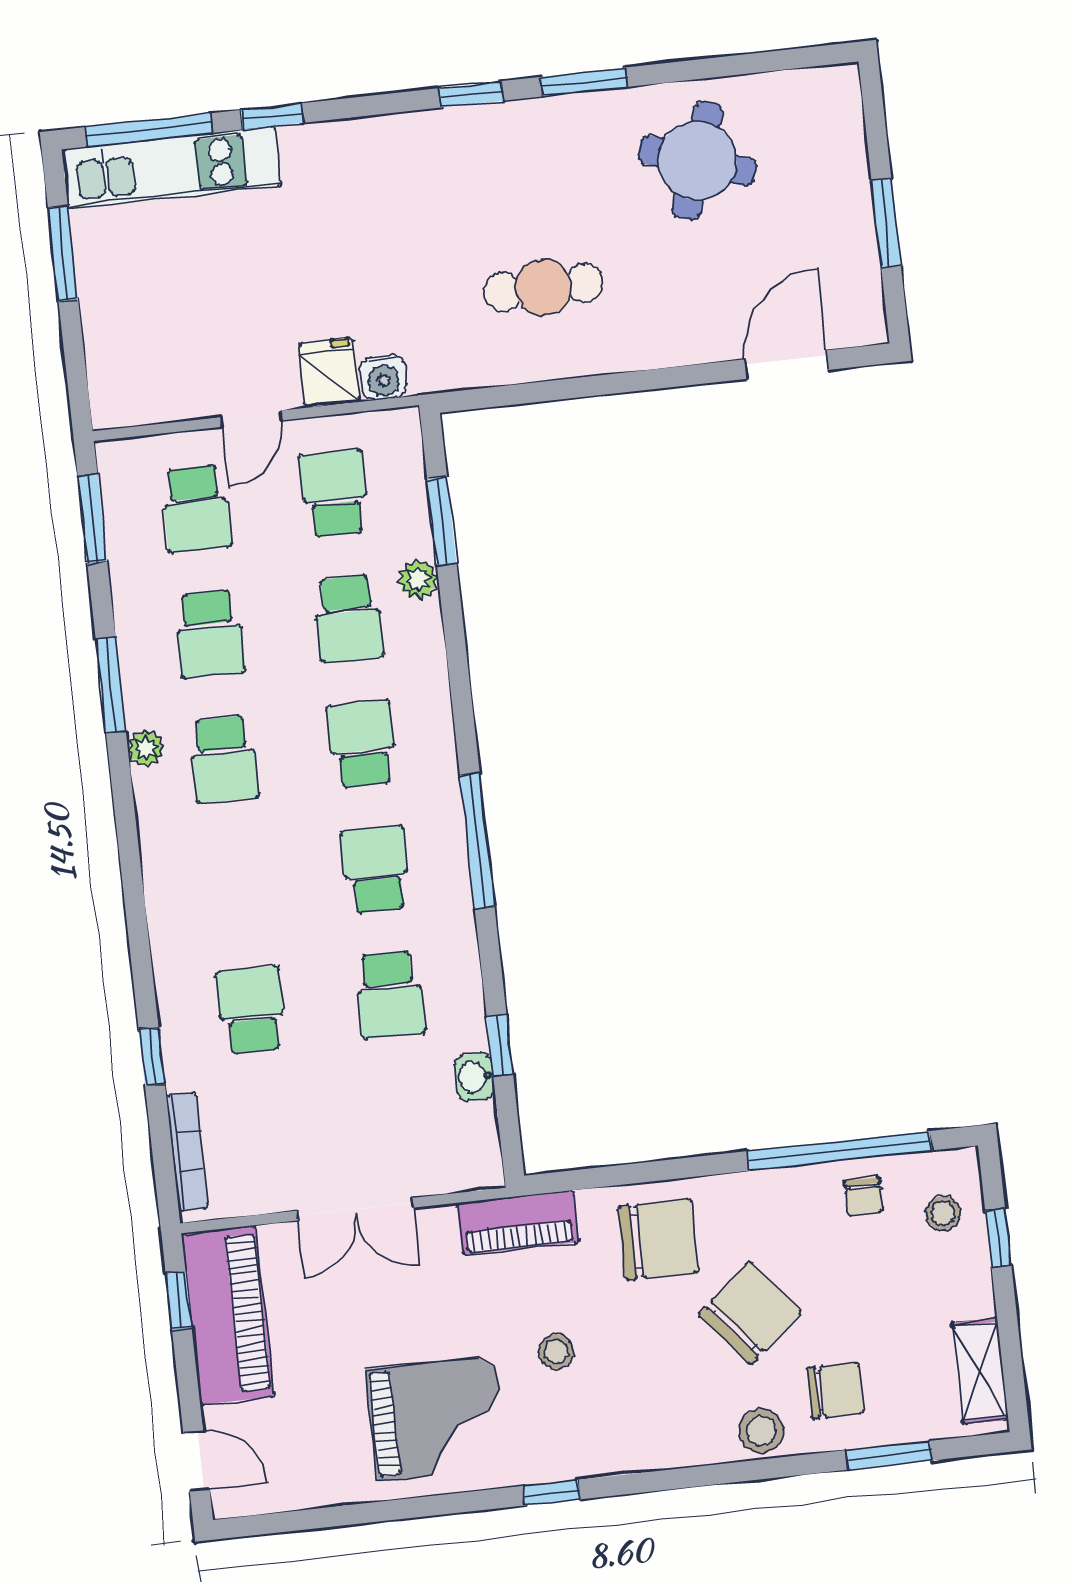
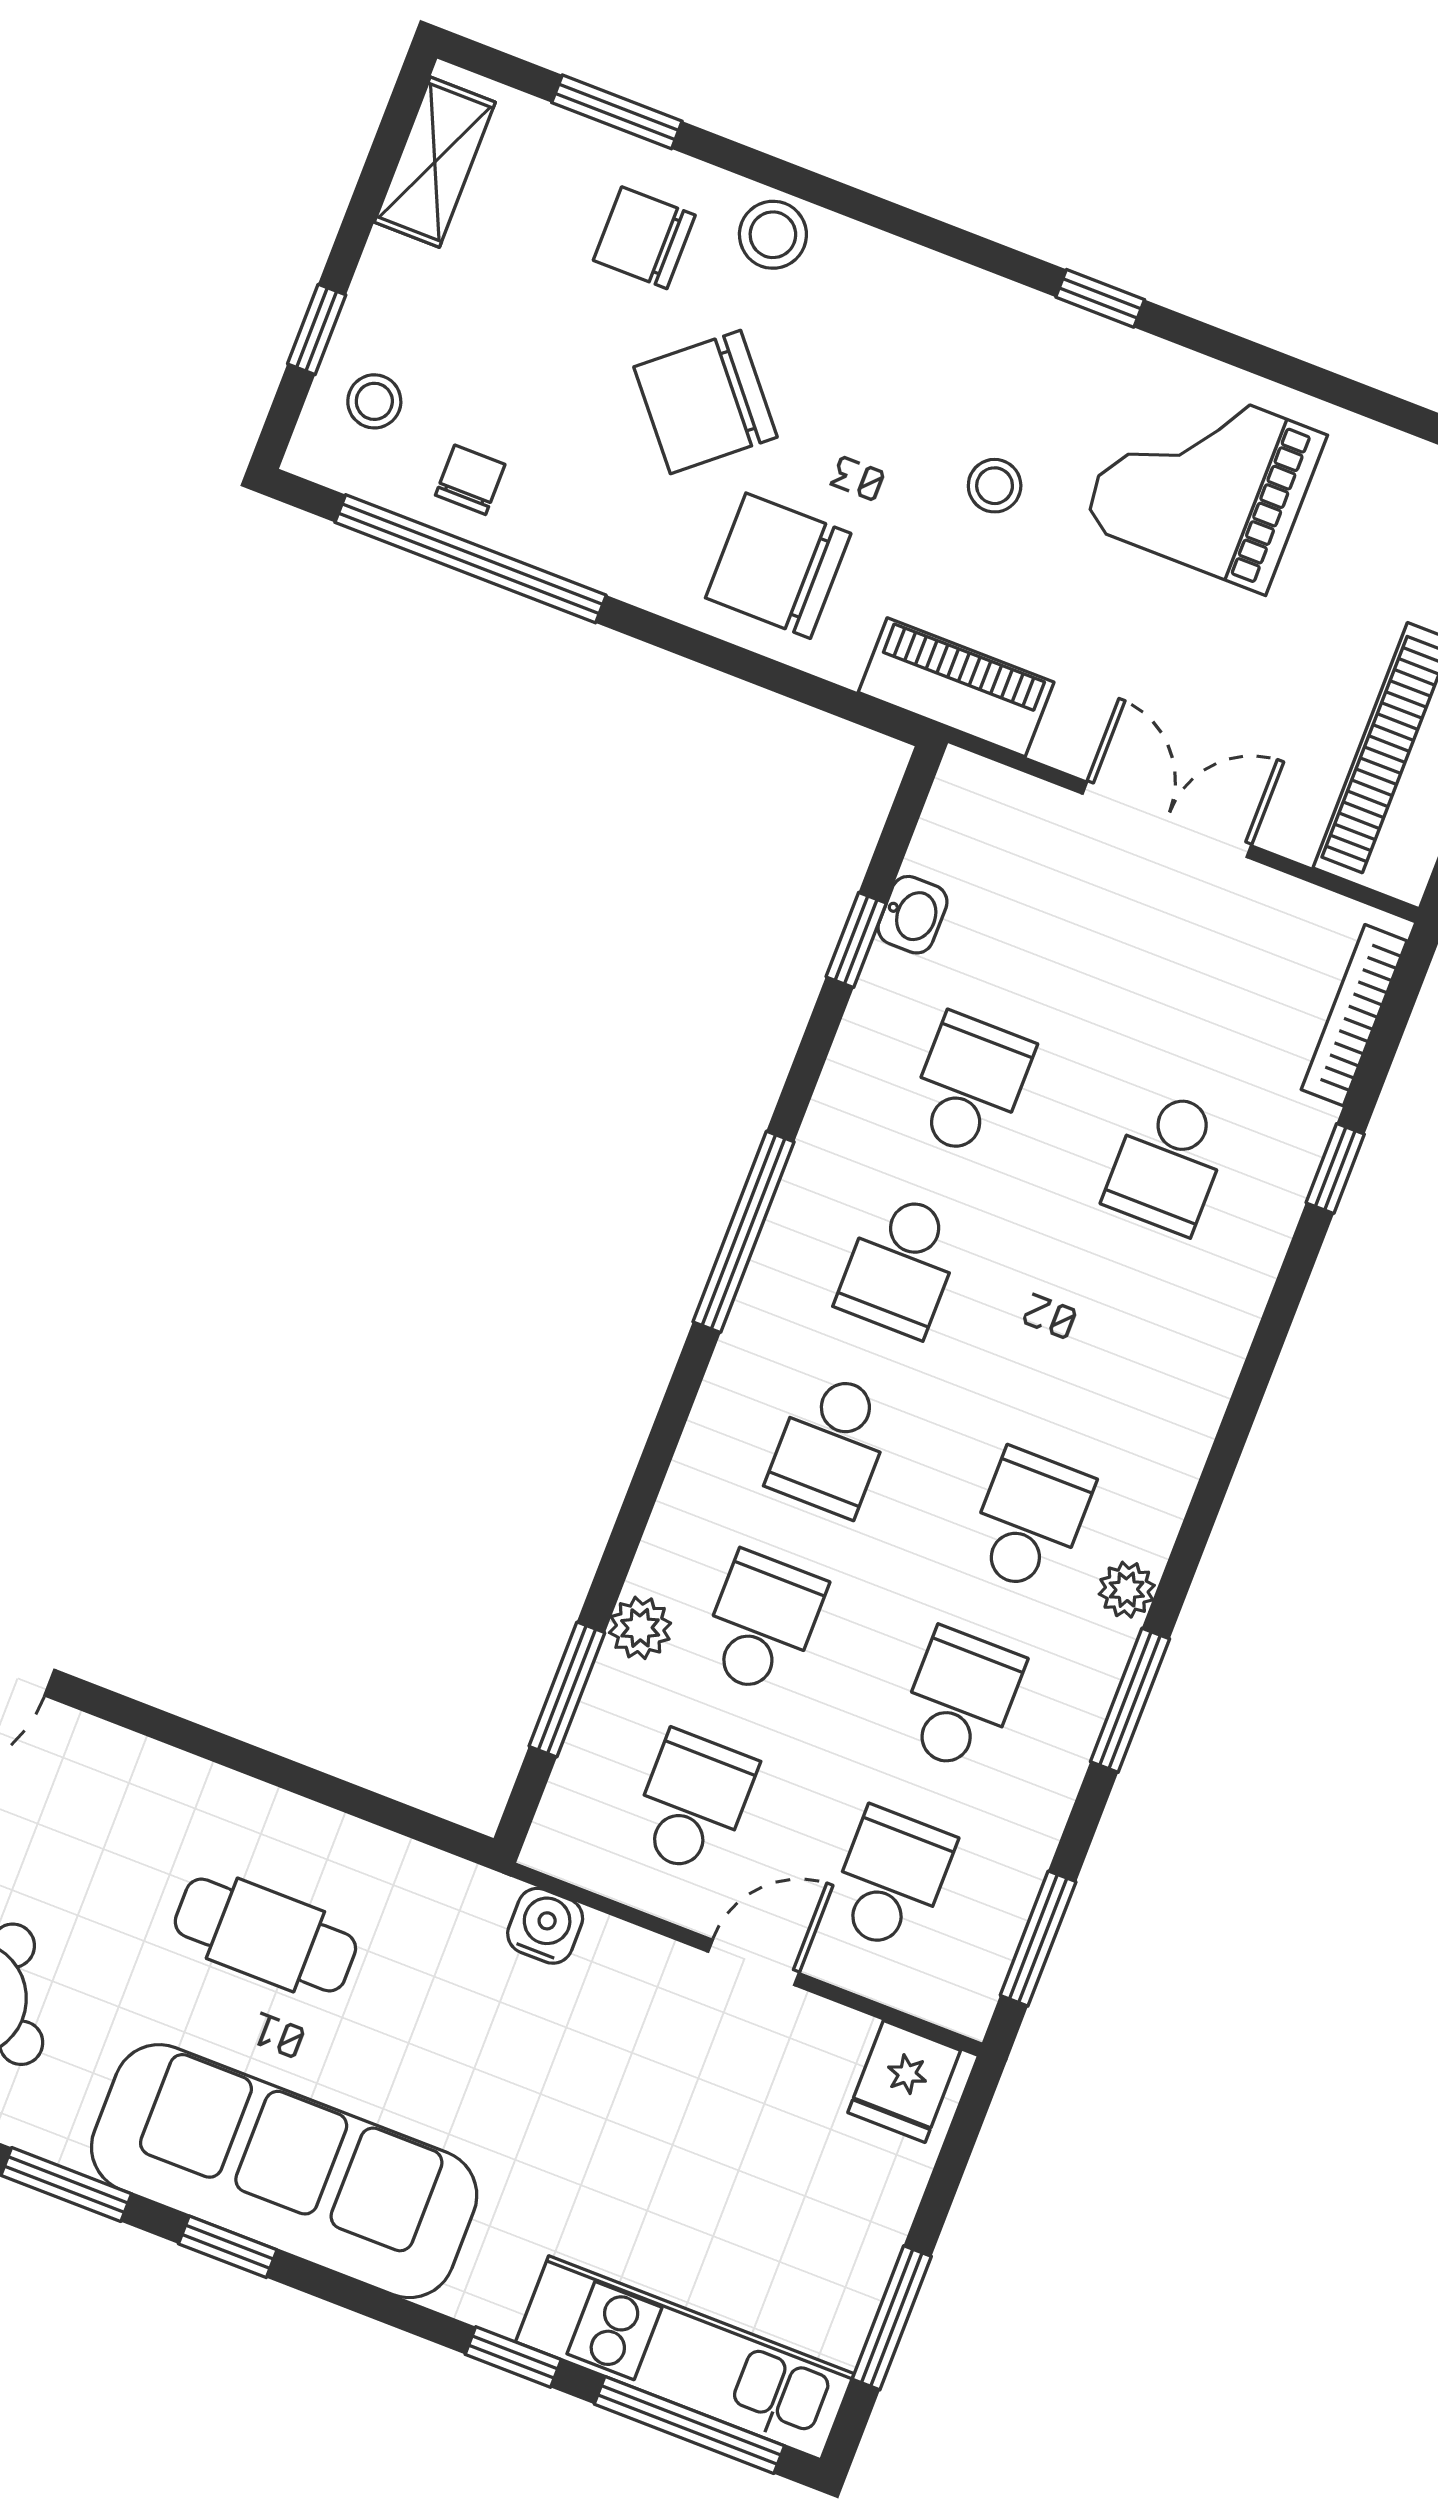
sofa: (461, 155) -> (284, 2171), added
fridge: (329, 373) -> (904, 2081), moved
school desk: (334, 493) -> (693, 1803), turned 180

